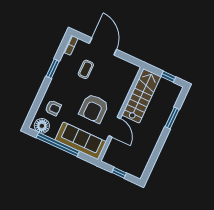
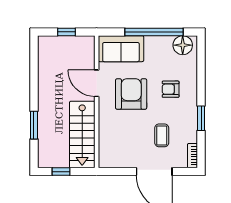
armchair: (53, 108) -> (171, 89), moved
sofa: (81, 141) -> (121, 49), width x0.73

